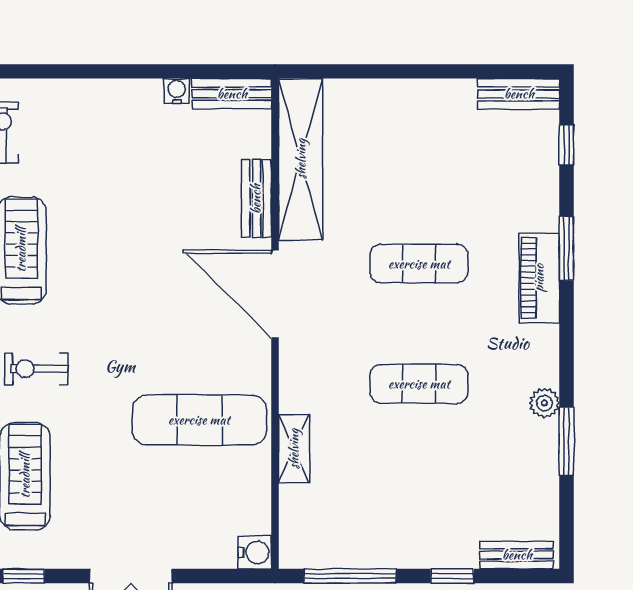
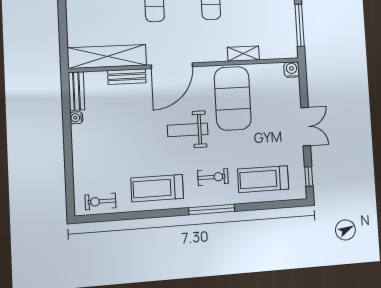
weight bench: (138, 320) -> (188, 130), added
exercise bike: (36, 369) -> (213, 177), turned -90
exercise mat: (199, 420) -> (233, 98), width x1.47

